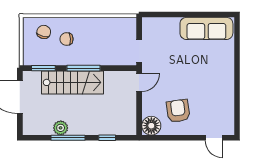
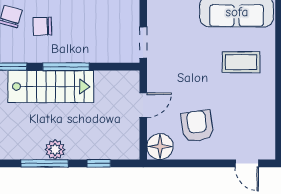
coffee table: (210, 65) -> (241, 62), added
door: (139, 82) -> (143, 105), moved
plant: (61, 128) -> (55, 150), moved

